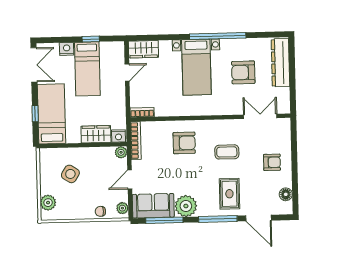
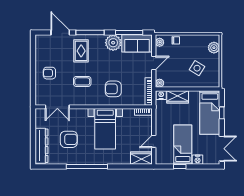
double door: (34, 65) -> (222, 149), swing flipped
bed with nightstands: (196, 67) -> (105, 129), moved, turned 180
floor lamp: (286, 194) -> (40, 49), removed

